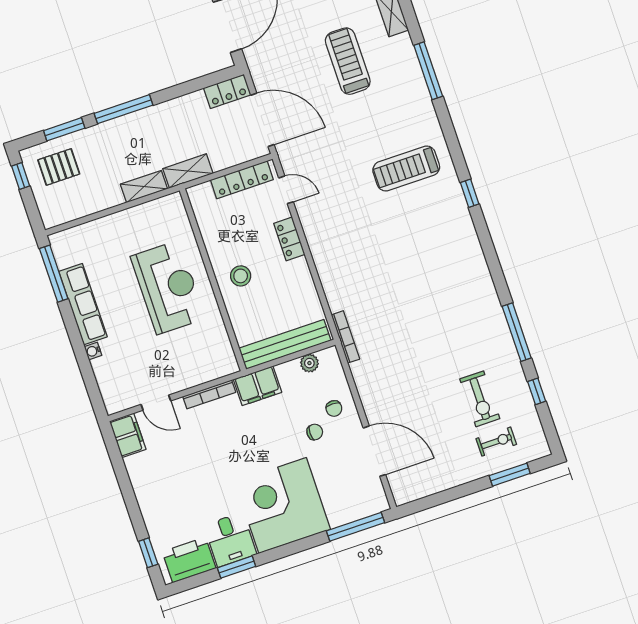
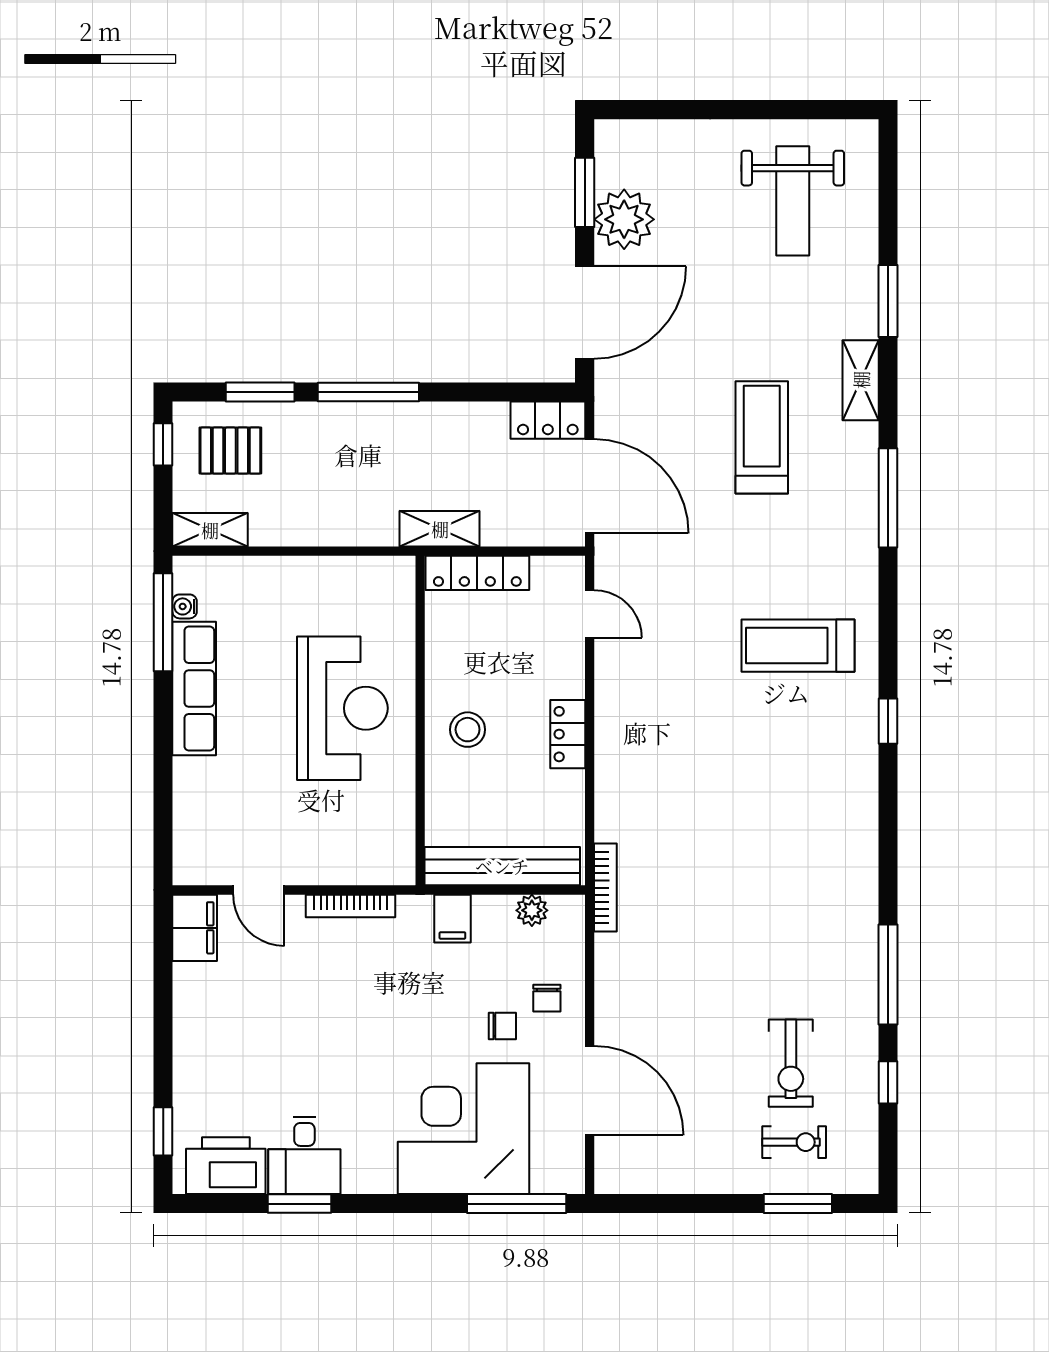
locker: (242, 180) -> (477, 573), moved
shelving: (144, 187) -> (210, 530), moved
locker: (289, 239) -> (568, 734), moved
water cooler: (93, 351) -> (185, 606), moved
filing cabinet: (257, 386) -> (452, 919), width x0.50
corner desk: (283, 506) -> (463, 1129), moved

